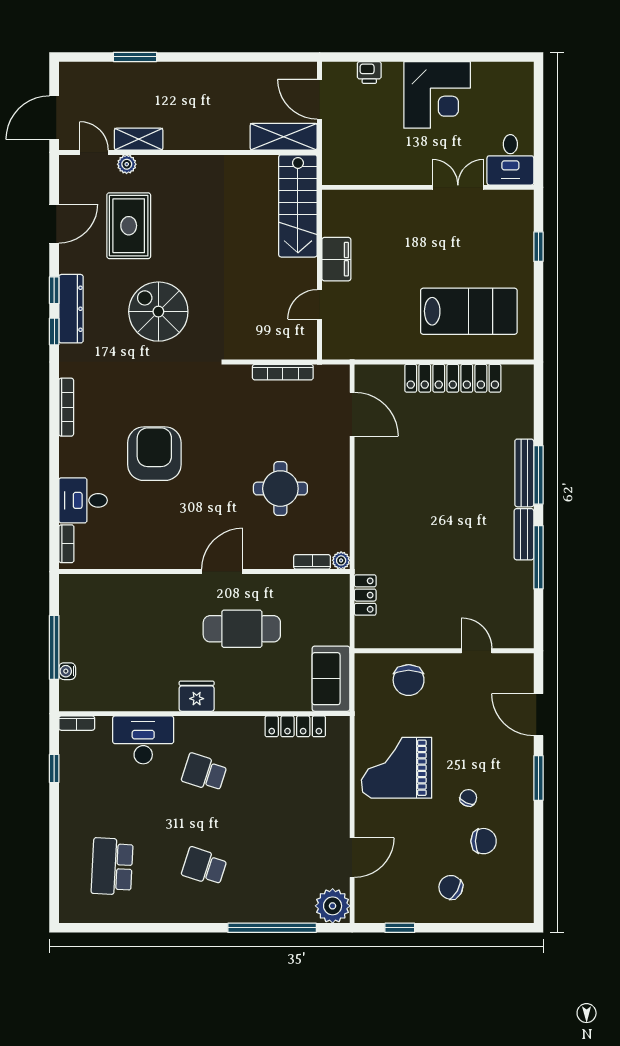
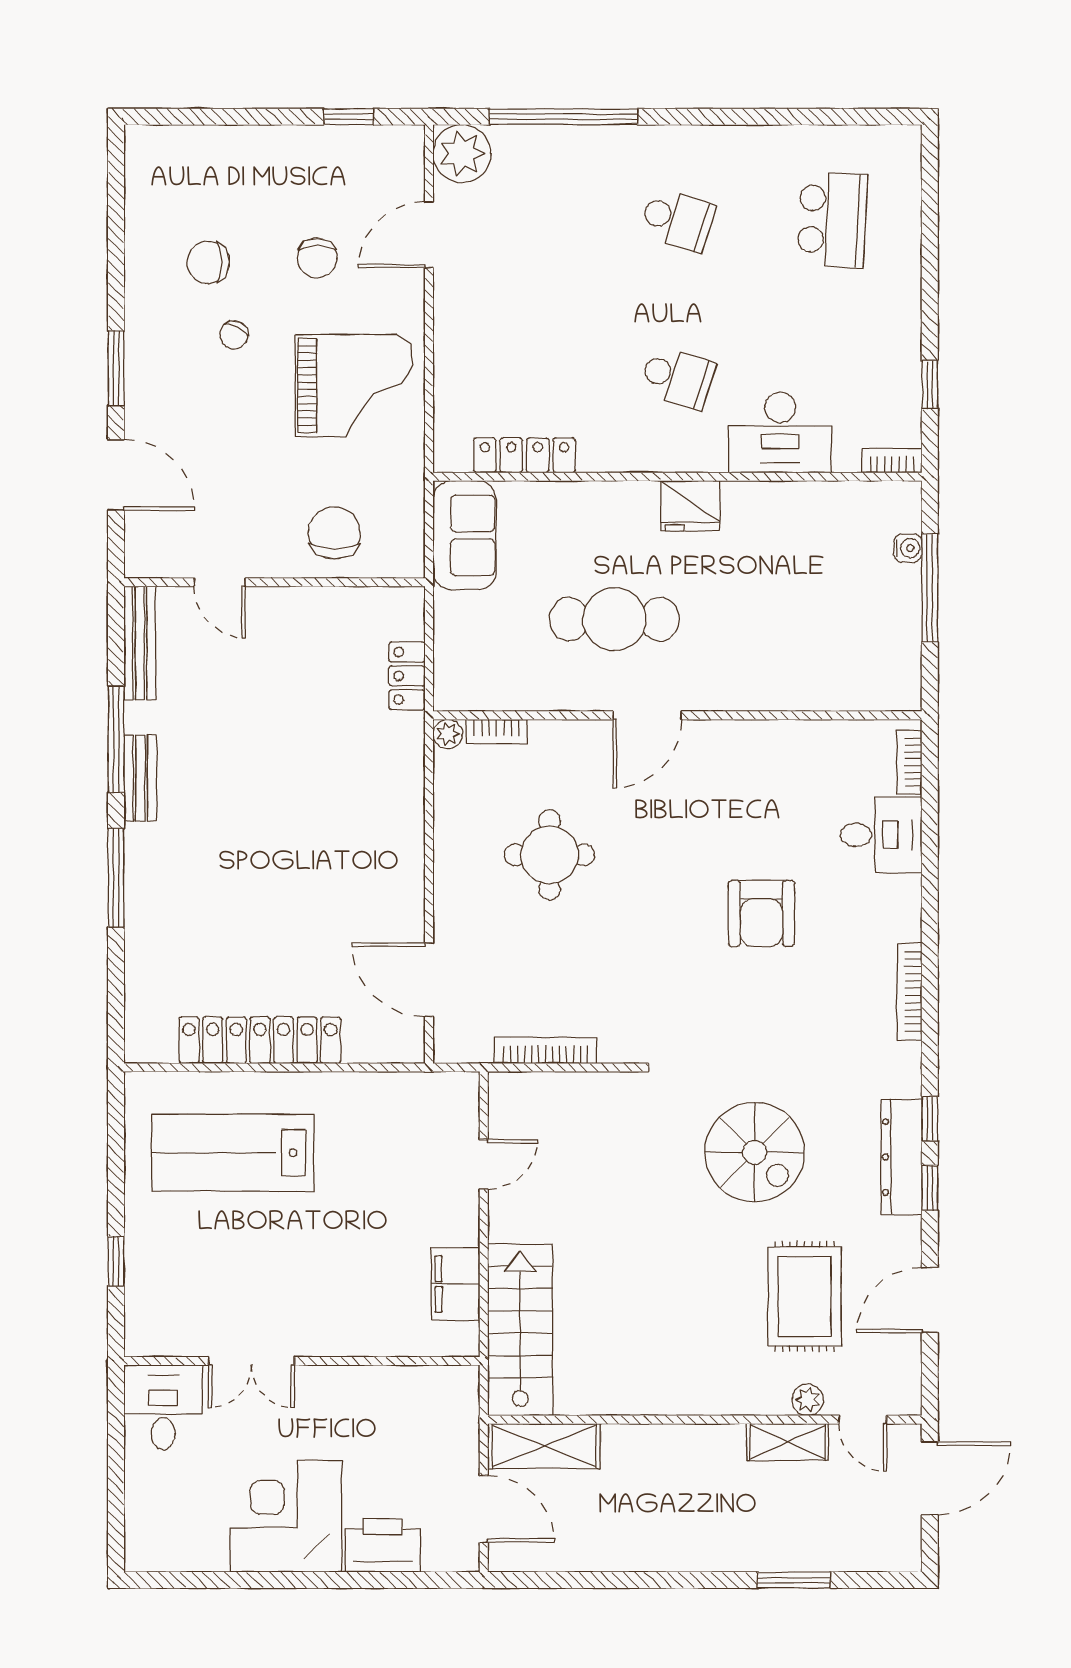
printer: (369, 72) -> (383, 1545), width x1.87, depth x1.48
filing cabinet: (336, 259) -> (456, 1284), moved
armchair: (154, 454) -> (761, 913), width x0.73, depth x0.73
bench: (524, 473) -> (140, 643), moved
chair: (451, 887) -> (317, 258), moved, turned 61

